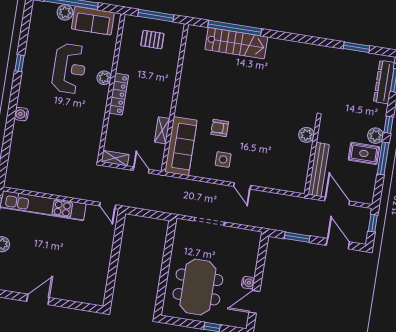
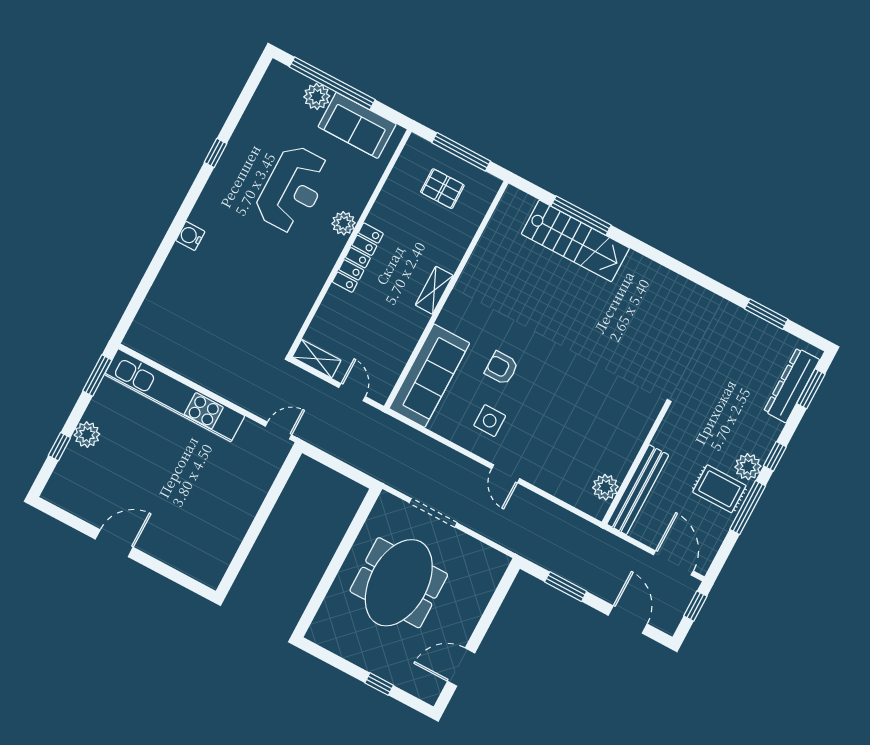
window: (235, 28) -> (581, 216), width x0.68
shelving: (162, 130) -> (434, 290), moved
plant: (306, 135) -> (605, 487), moved
door: (337, 201) -> (673, 563), moved
door: (108, 205) -> (278, 431), swing flipped
water cooler: (248, 283) -> (461, 633), removed
meeting table: (198, 287) -> (399, 583), moved

